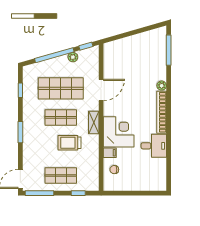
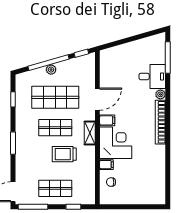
plant: (73, 57) -> (51, 70), moved
filing cabinet: (111, 110) -> (107, 120), added
desk: (154, 146) -> (152, 76), moved

